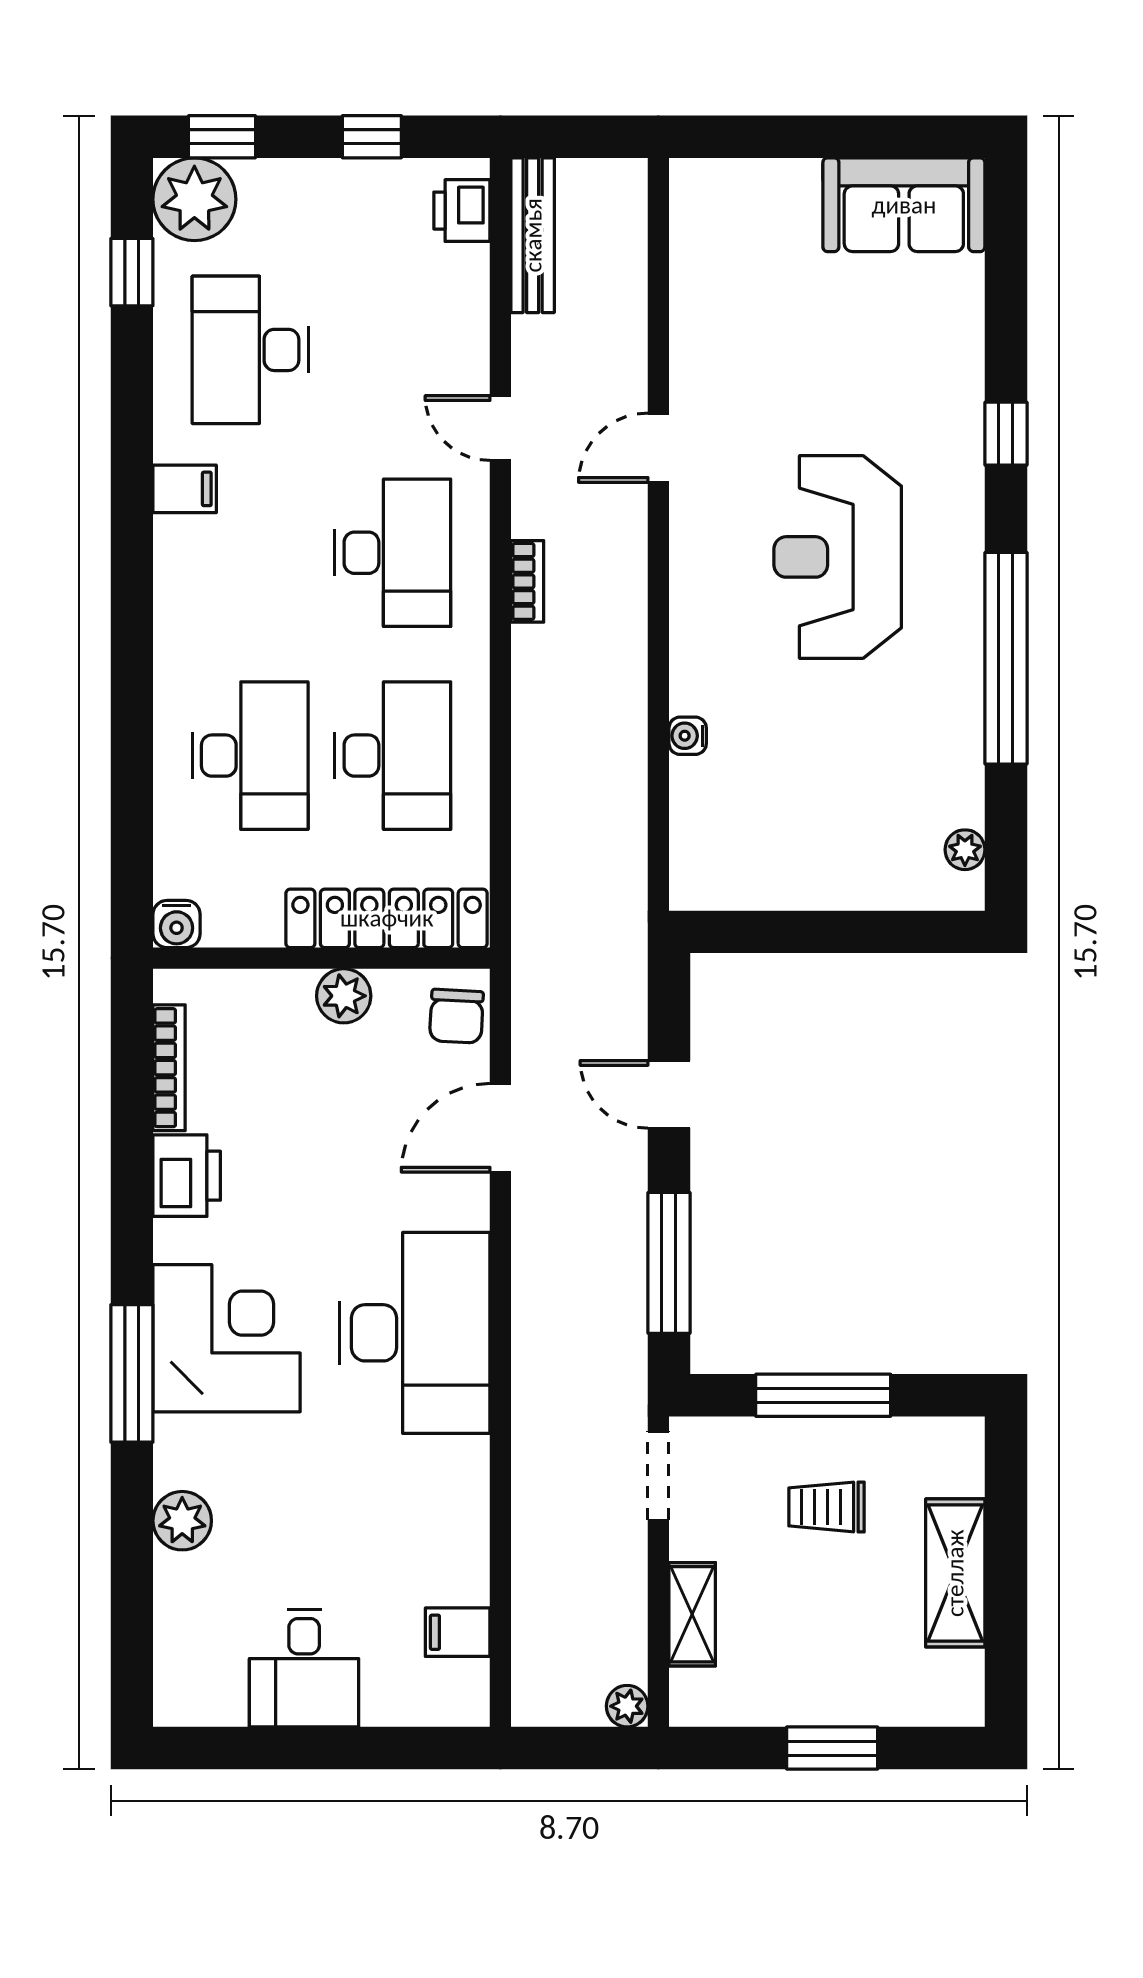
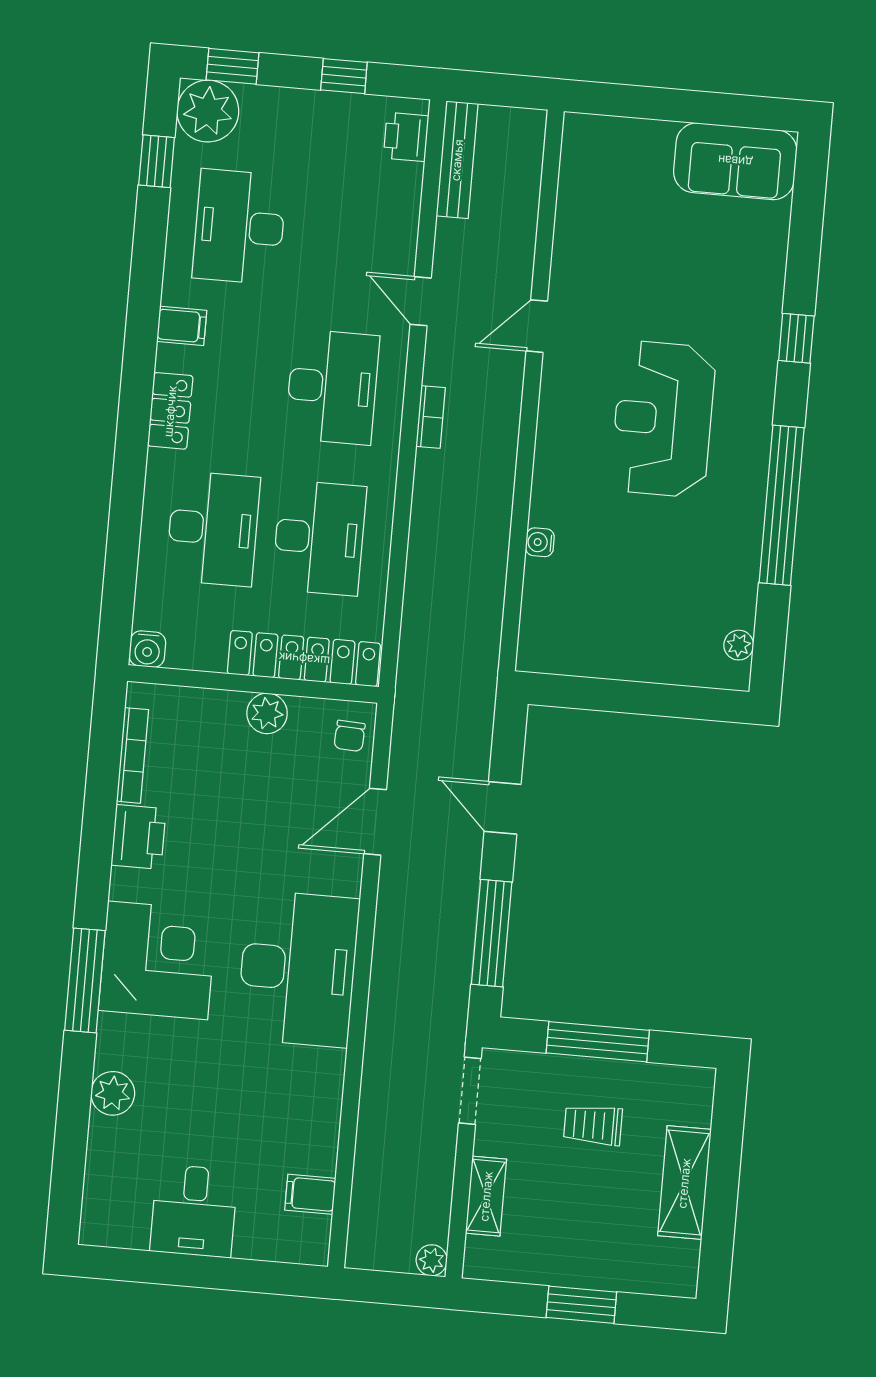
locker: (179, 604) -> (170, 411), added
chair: (456, 1016) -> (350, 736), width x0.73, depth x0.73

